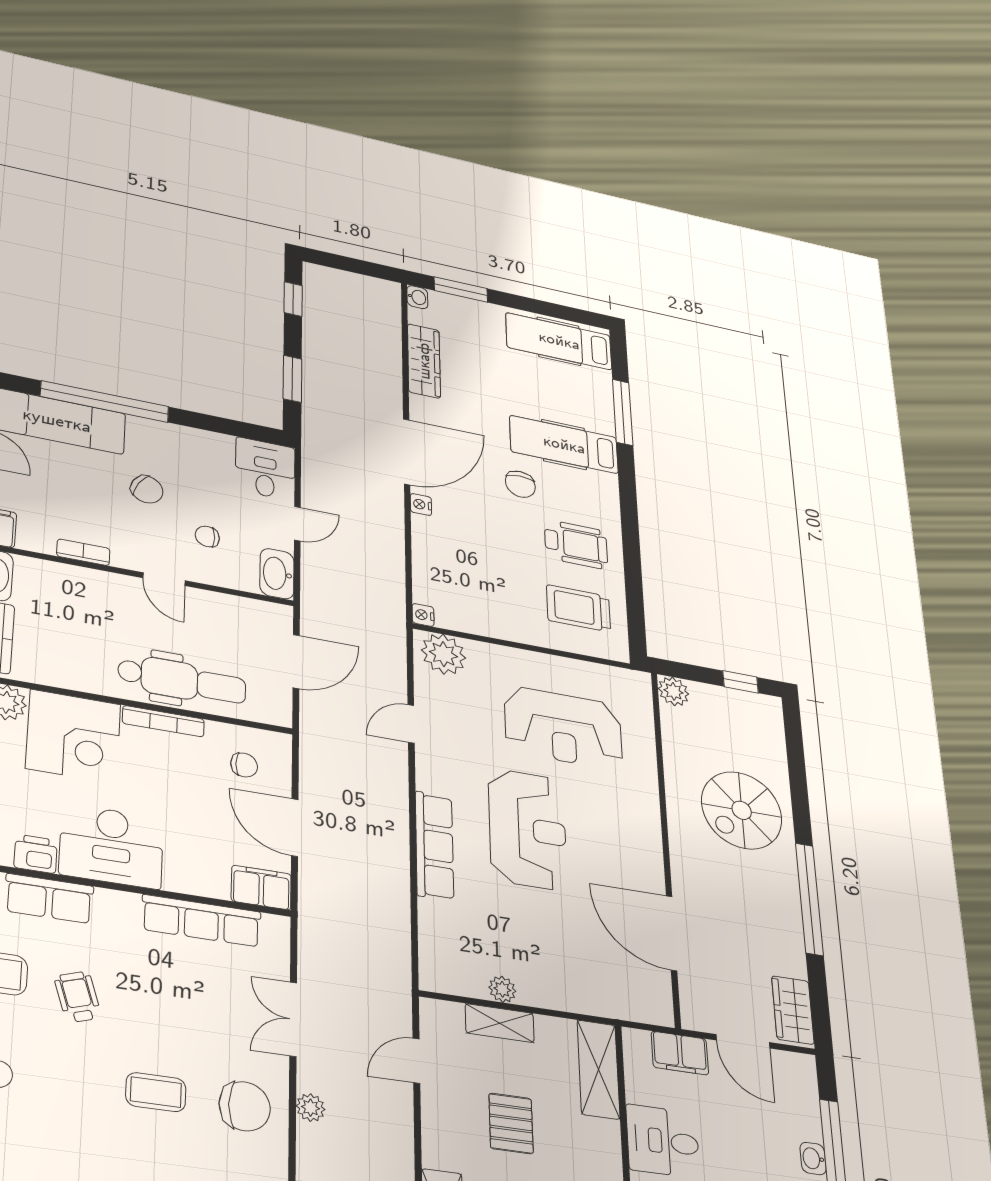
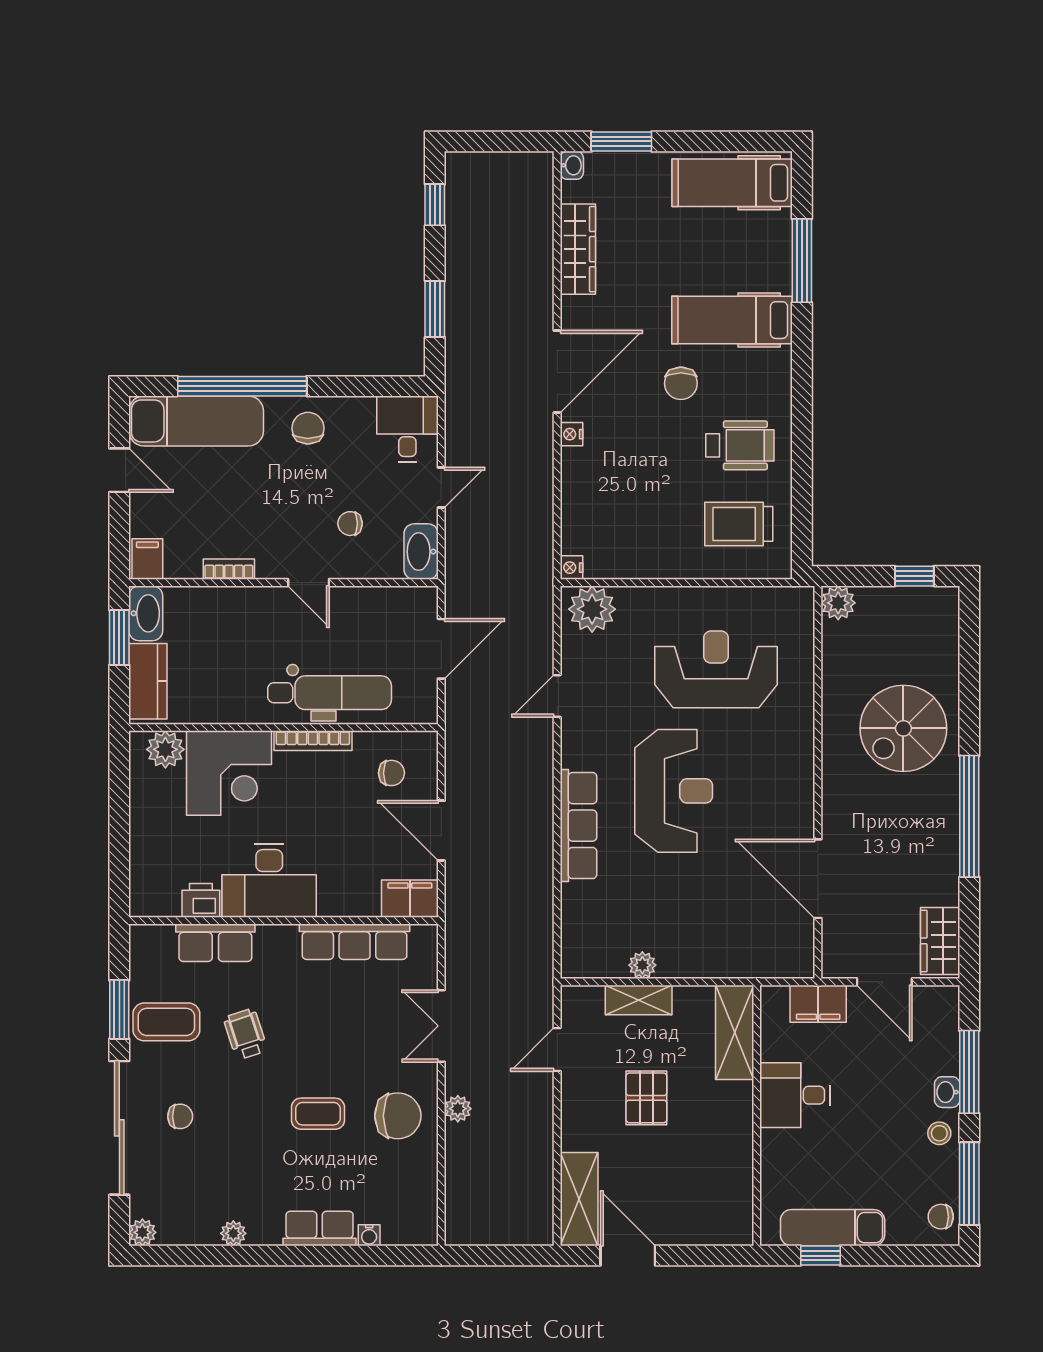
chair: (147, 489) -> (308, 428), moved, turned -121
reception desk: (563, 728) -> (716, 669), turned 180

